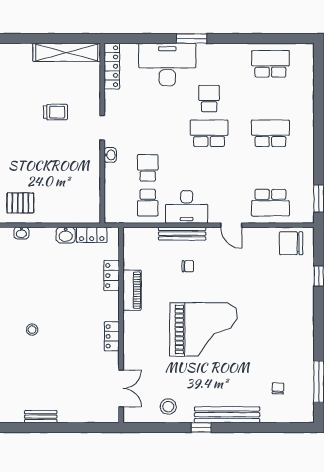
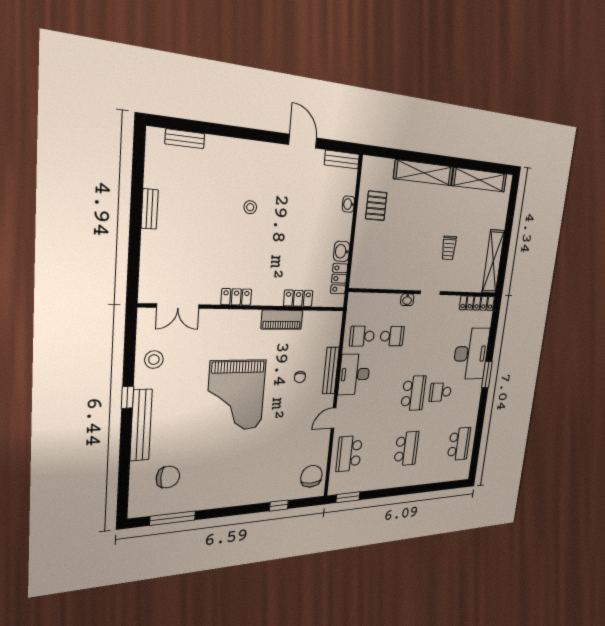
school desk: (209, 99) -> (440, 392), turned 180
chair: (278, 388) -> (168, 477), width x1.87, depth x1.87

